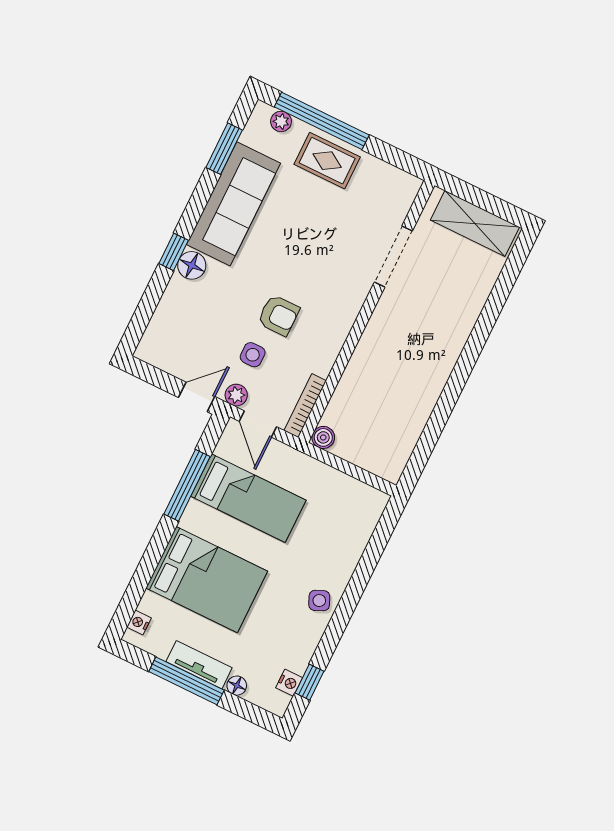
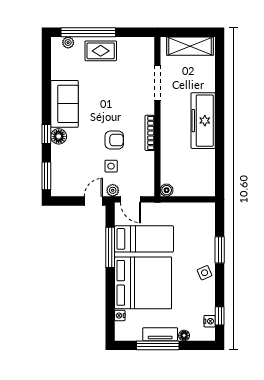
window: (224, 149) -> (46, 176), moved
sofa: (233, 204) -> (64, 104), width x0.73
freezer: (437, 354) -> (203, 121), added
bookcase: (305, 406) -> (150, 133), moved
window: (362, 576) -> (220, 250), added
bed: (207, 580) -> (143, 283), width x1.36
nightstand: (139, 623) -> (120, 316), moved

